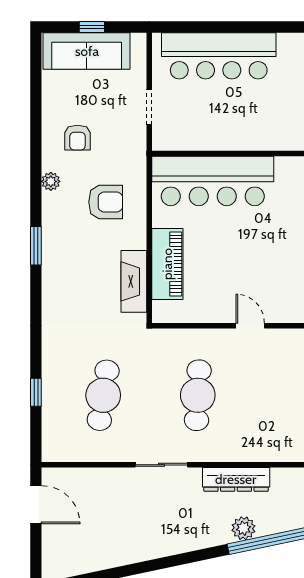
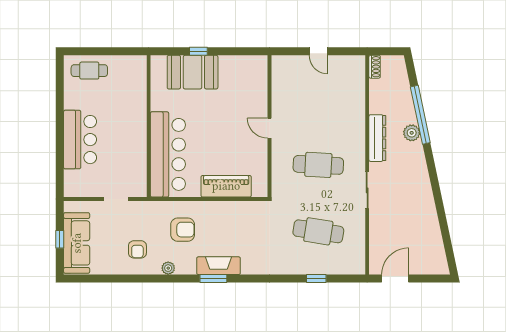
bar counter: (219, 56) -> (80, 140), width x0.73
armchair: (77, 138) -> (137, 249), turned 90
armchair: (106, 202) -> (183, 230), turned 90
fireplace: (134, 281) -> (219, 266), moved, turned 180
door: (250, 326) -> (270, 128), hinge flipped

